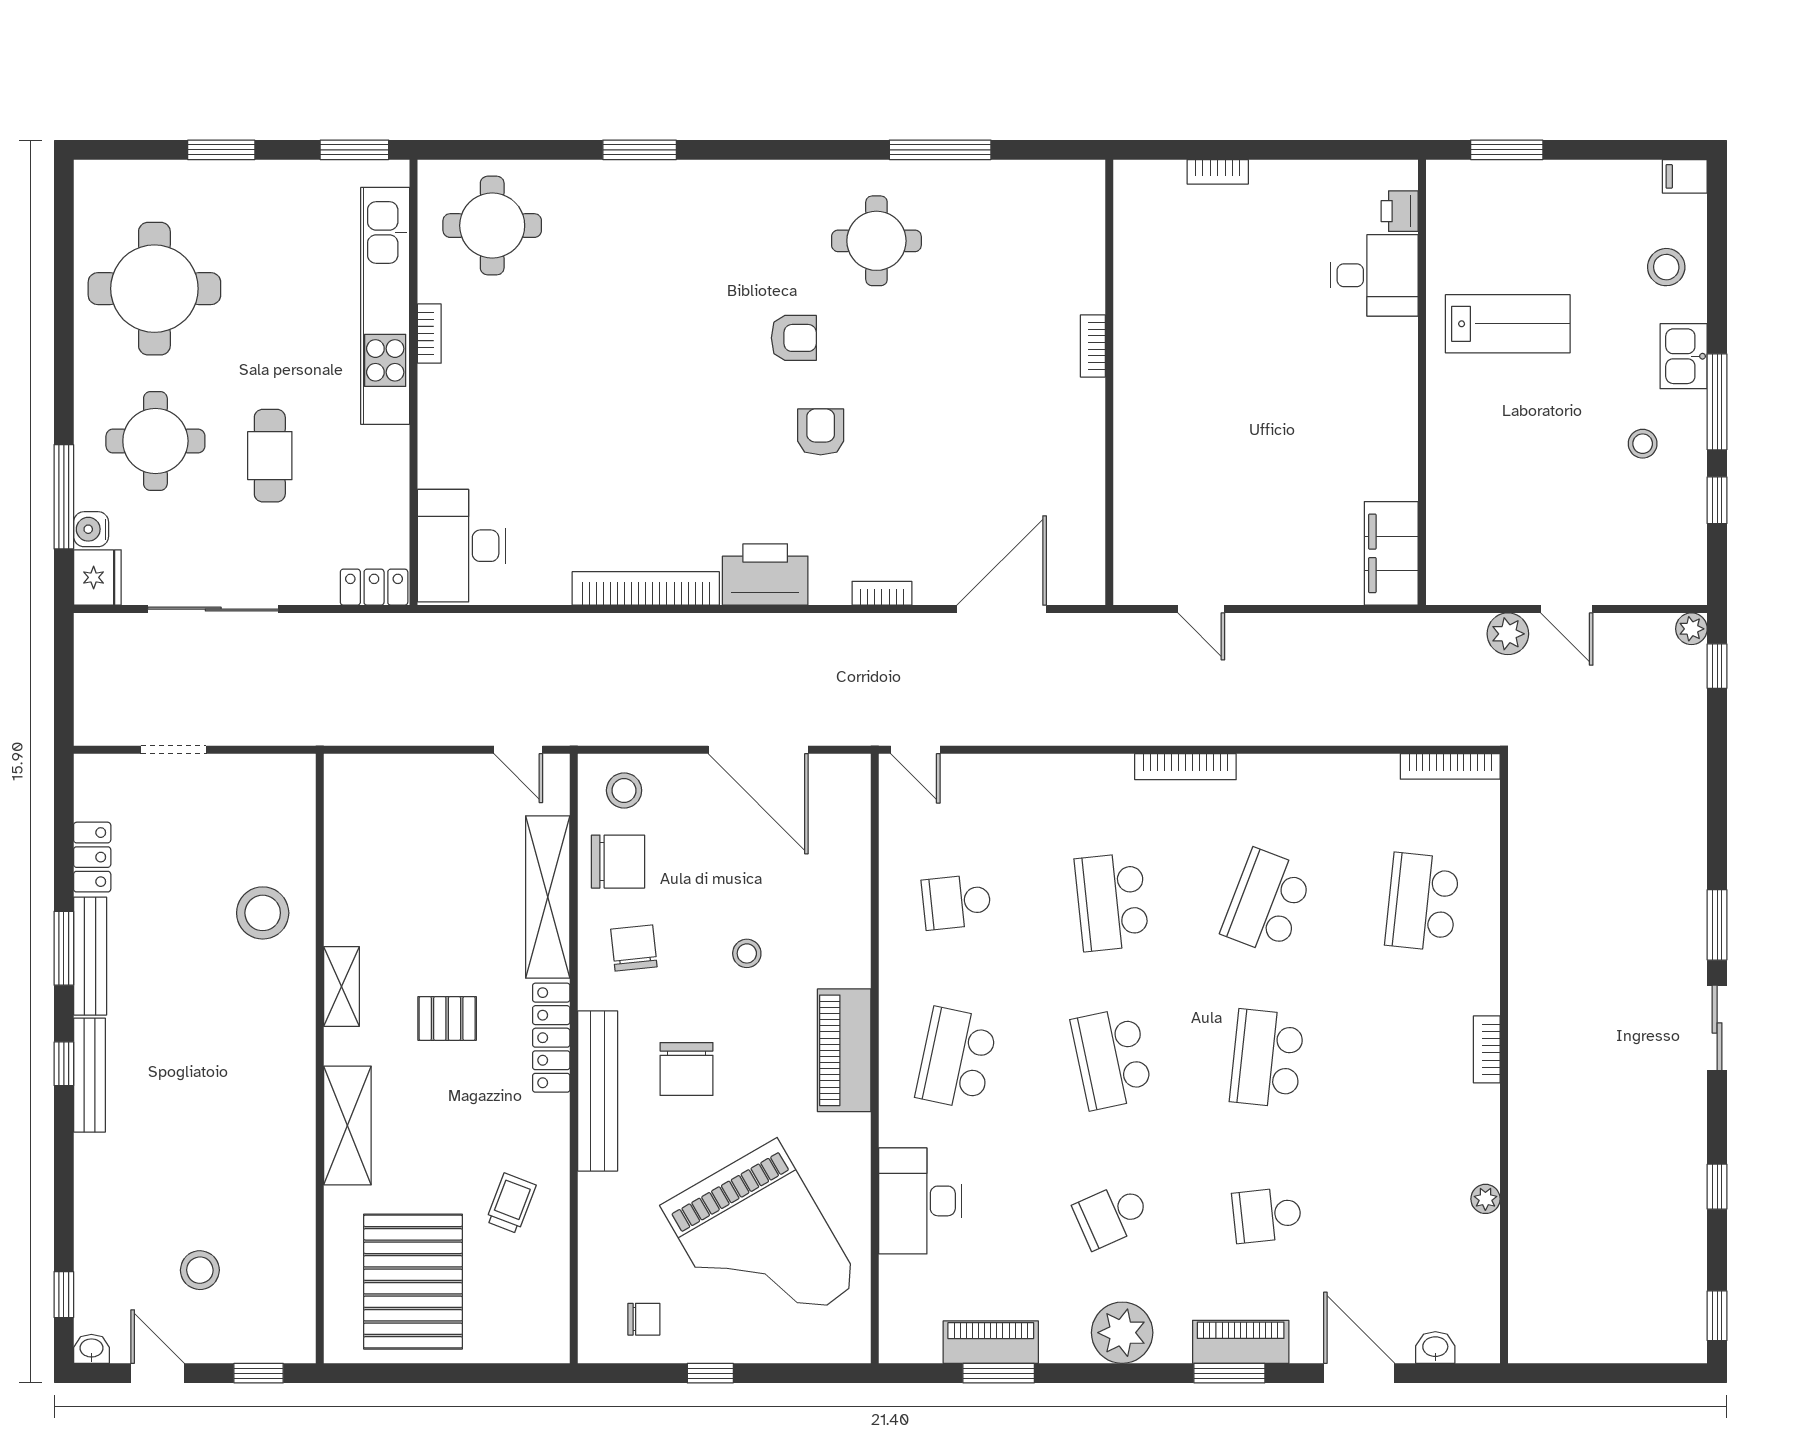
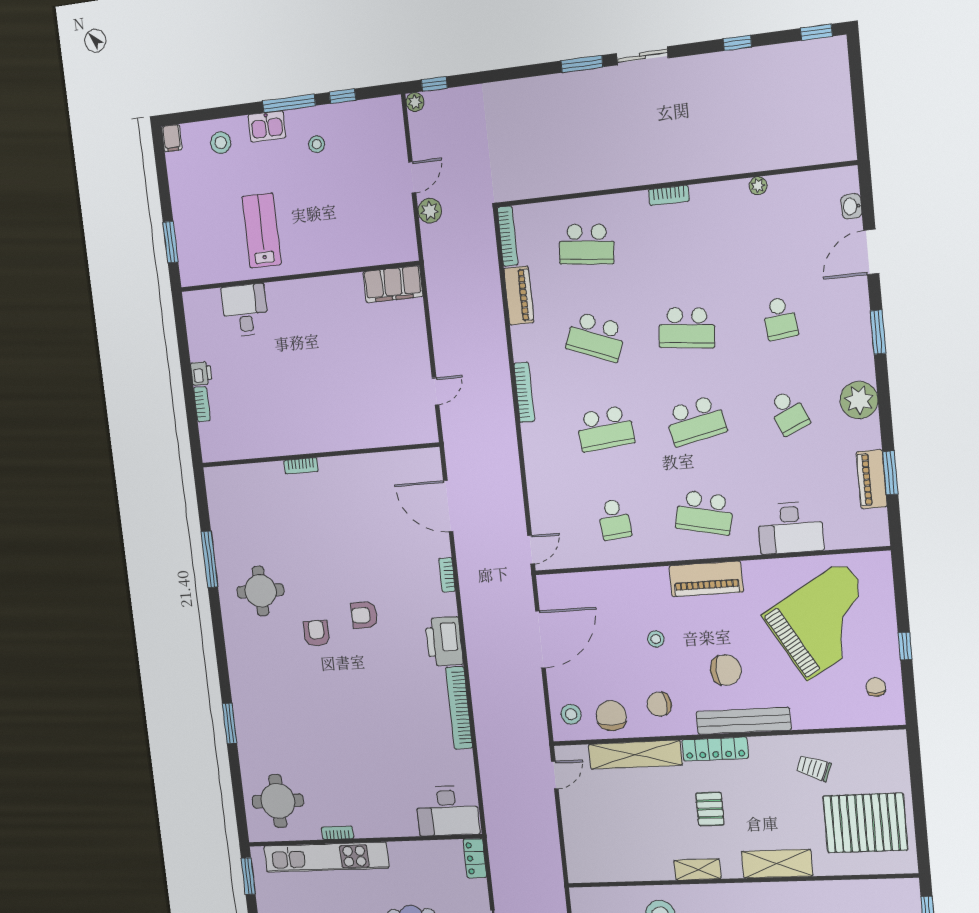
printer: (1400, 211) -> (201, 373), moved, turned -90
piano: (1241, 1342) -> (519, 296), moved, turned 180

